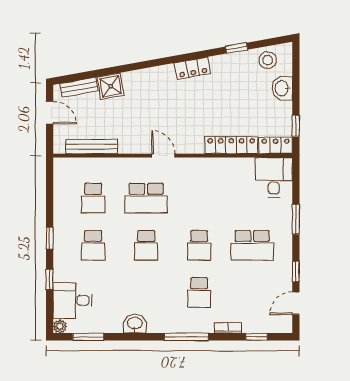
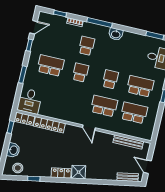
shower: (110, 86) -> (79, 172), moved
school desk: (93, 198) -> (134, 113), width x1.85
school desk: (93, 245) -> (140, 86), width x1.85
washbasin: (135, 324) -> (116, 34), moved

